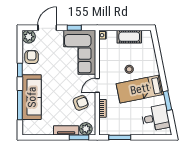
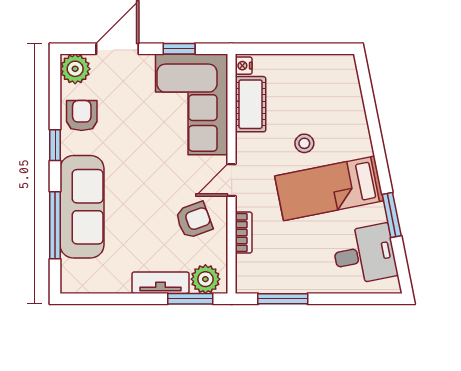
cot: (129, 37) -> (251, 104), moved, turned 90

